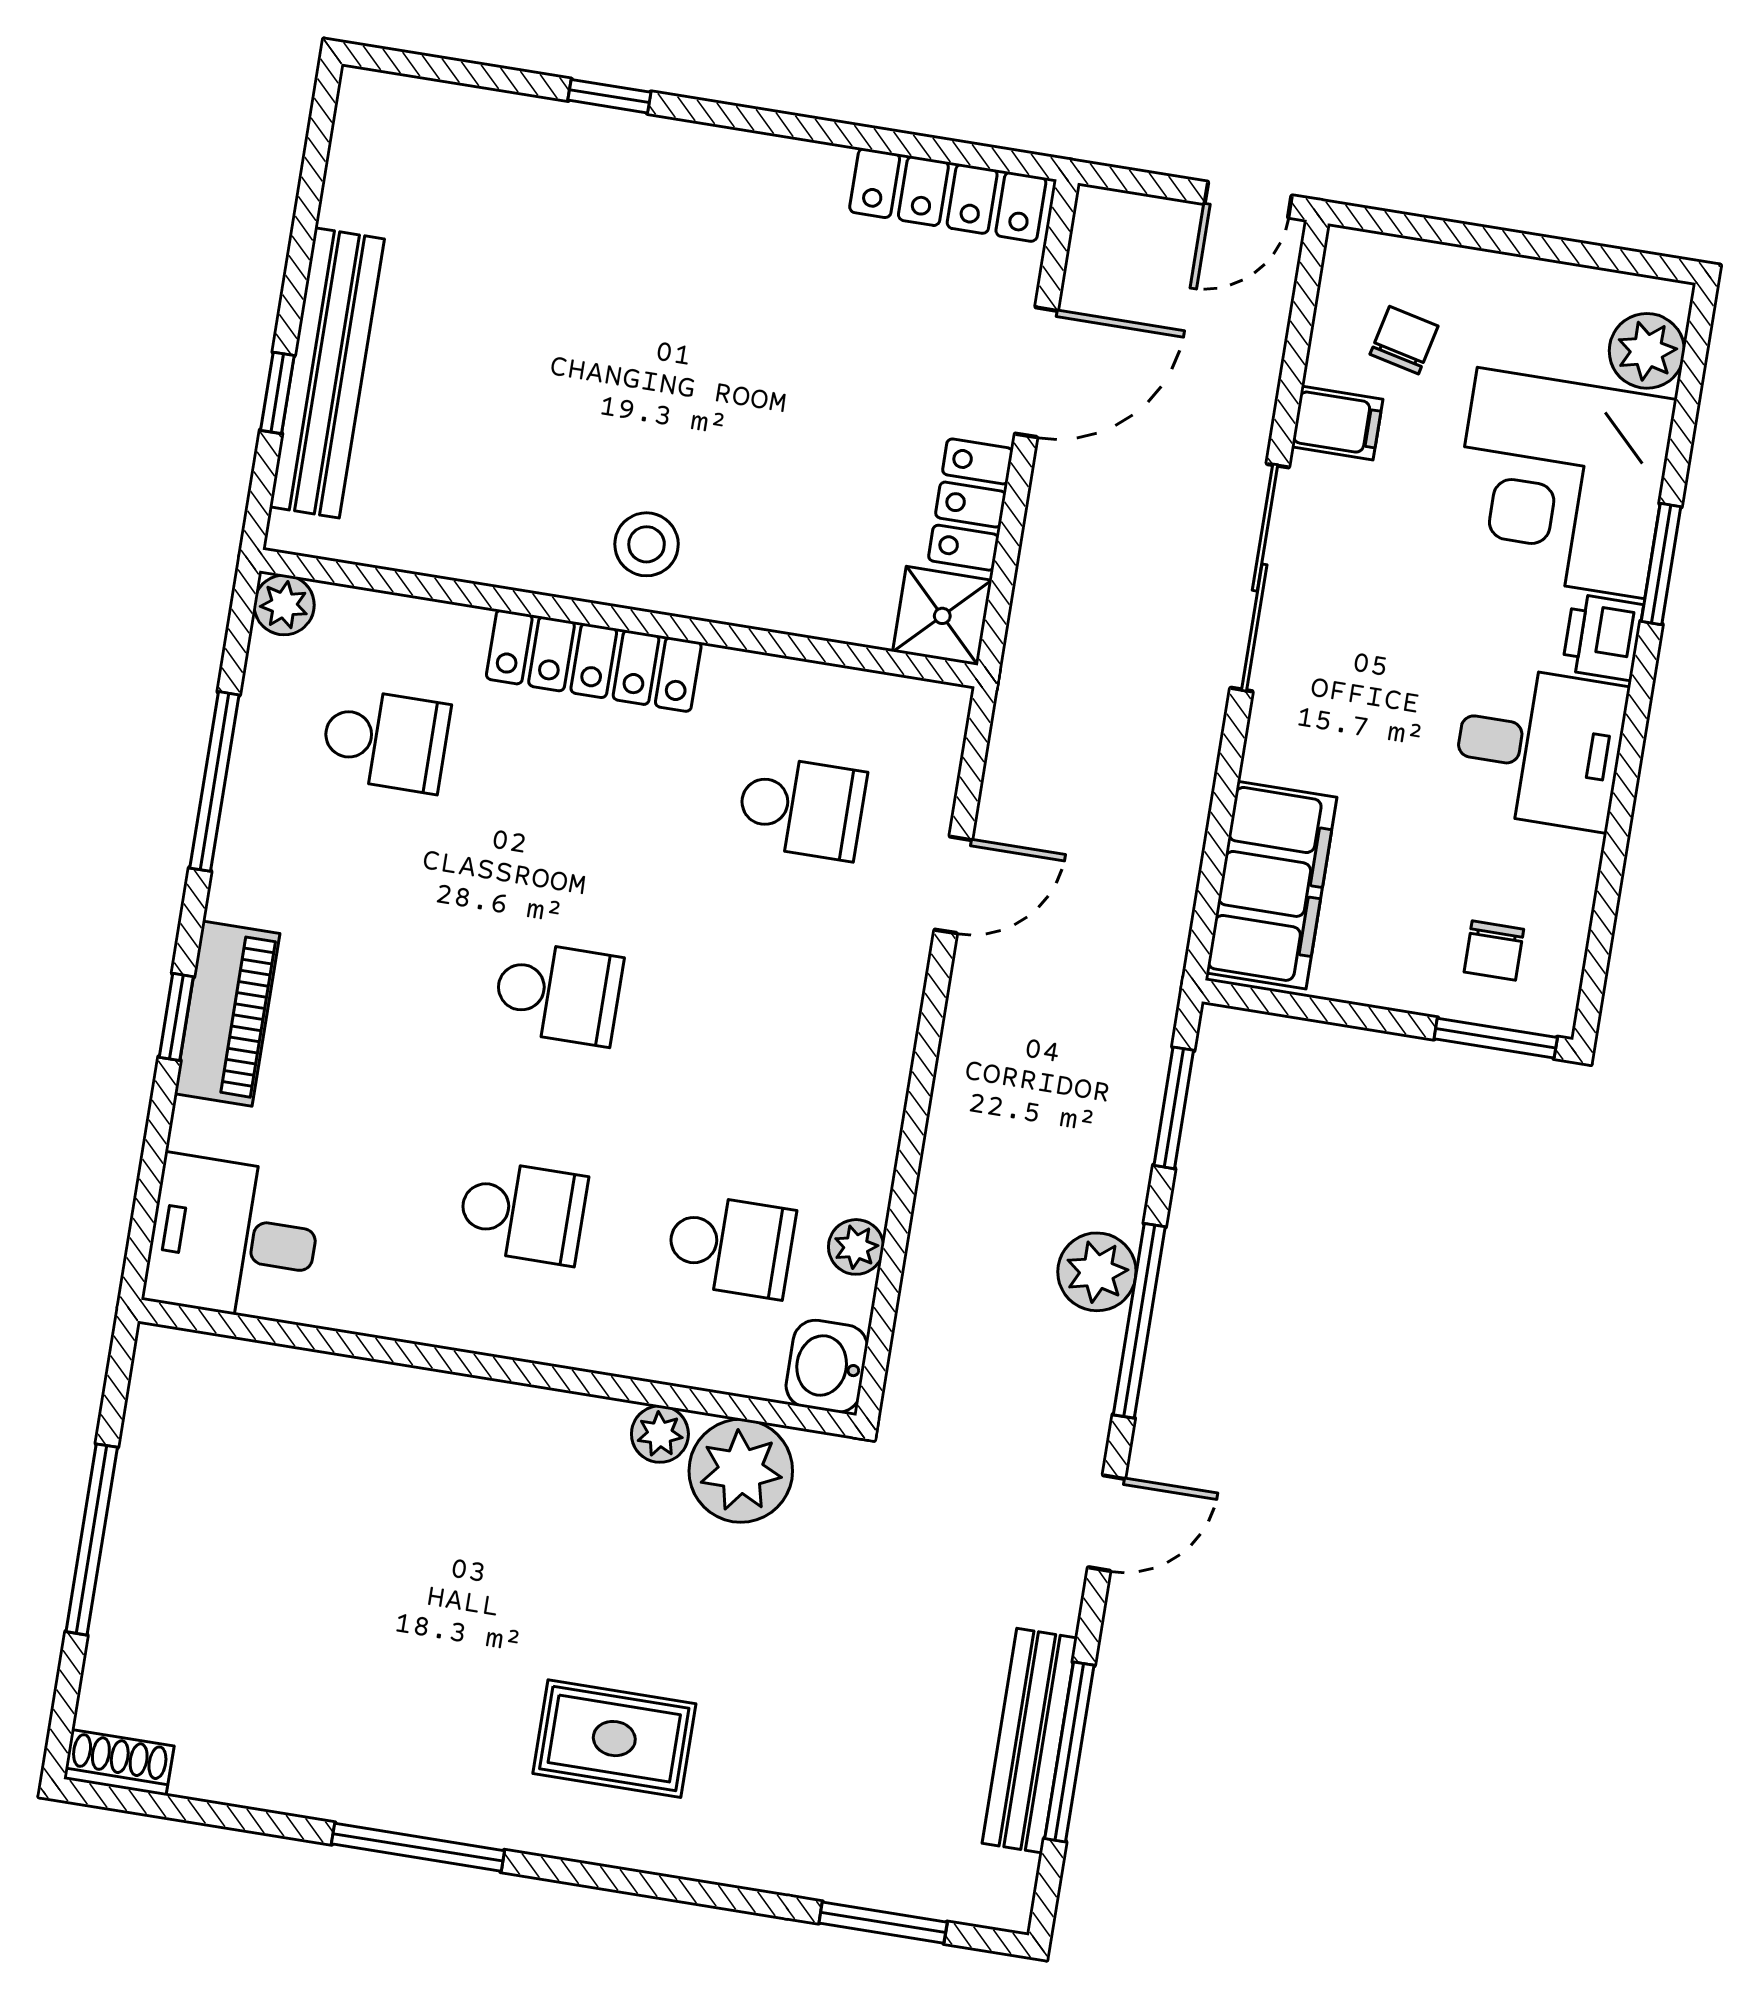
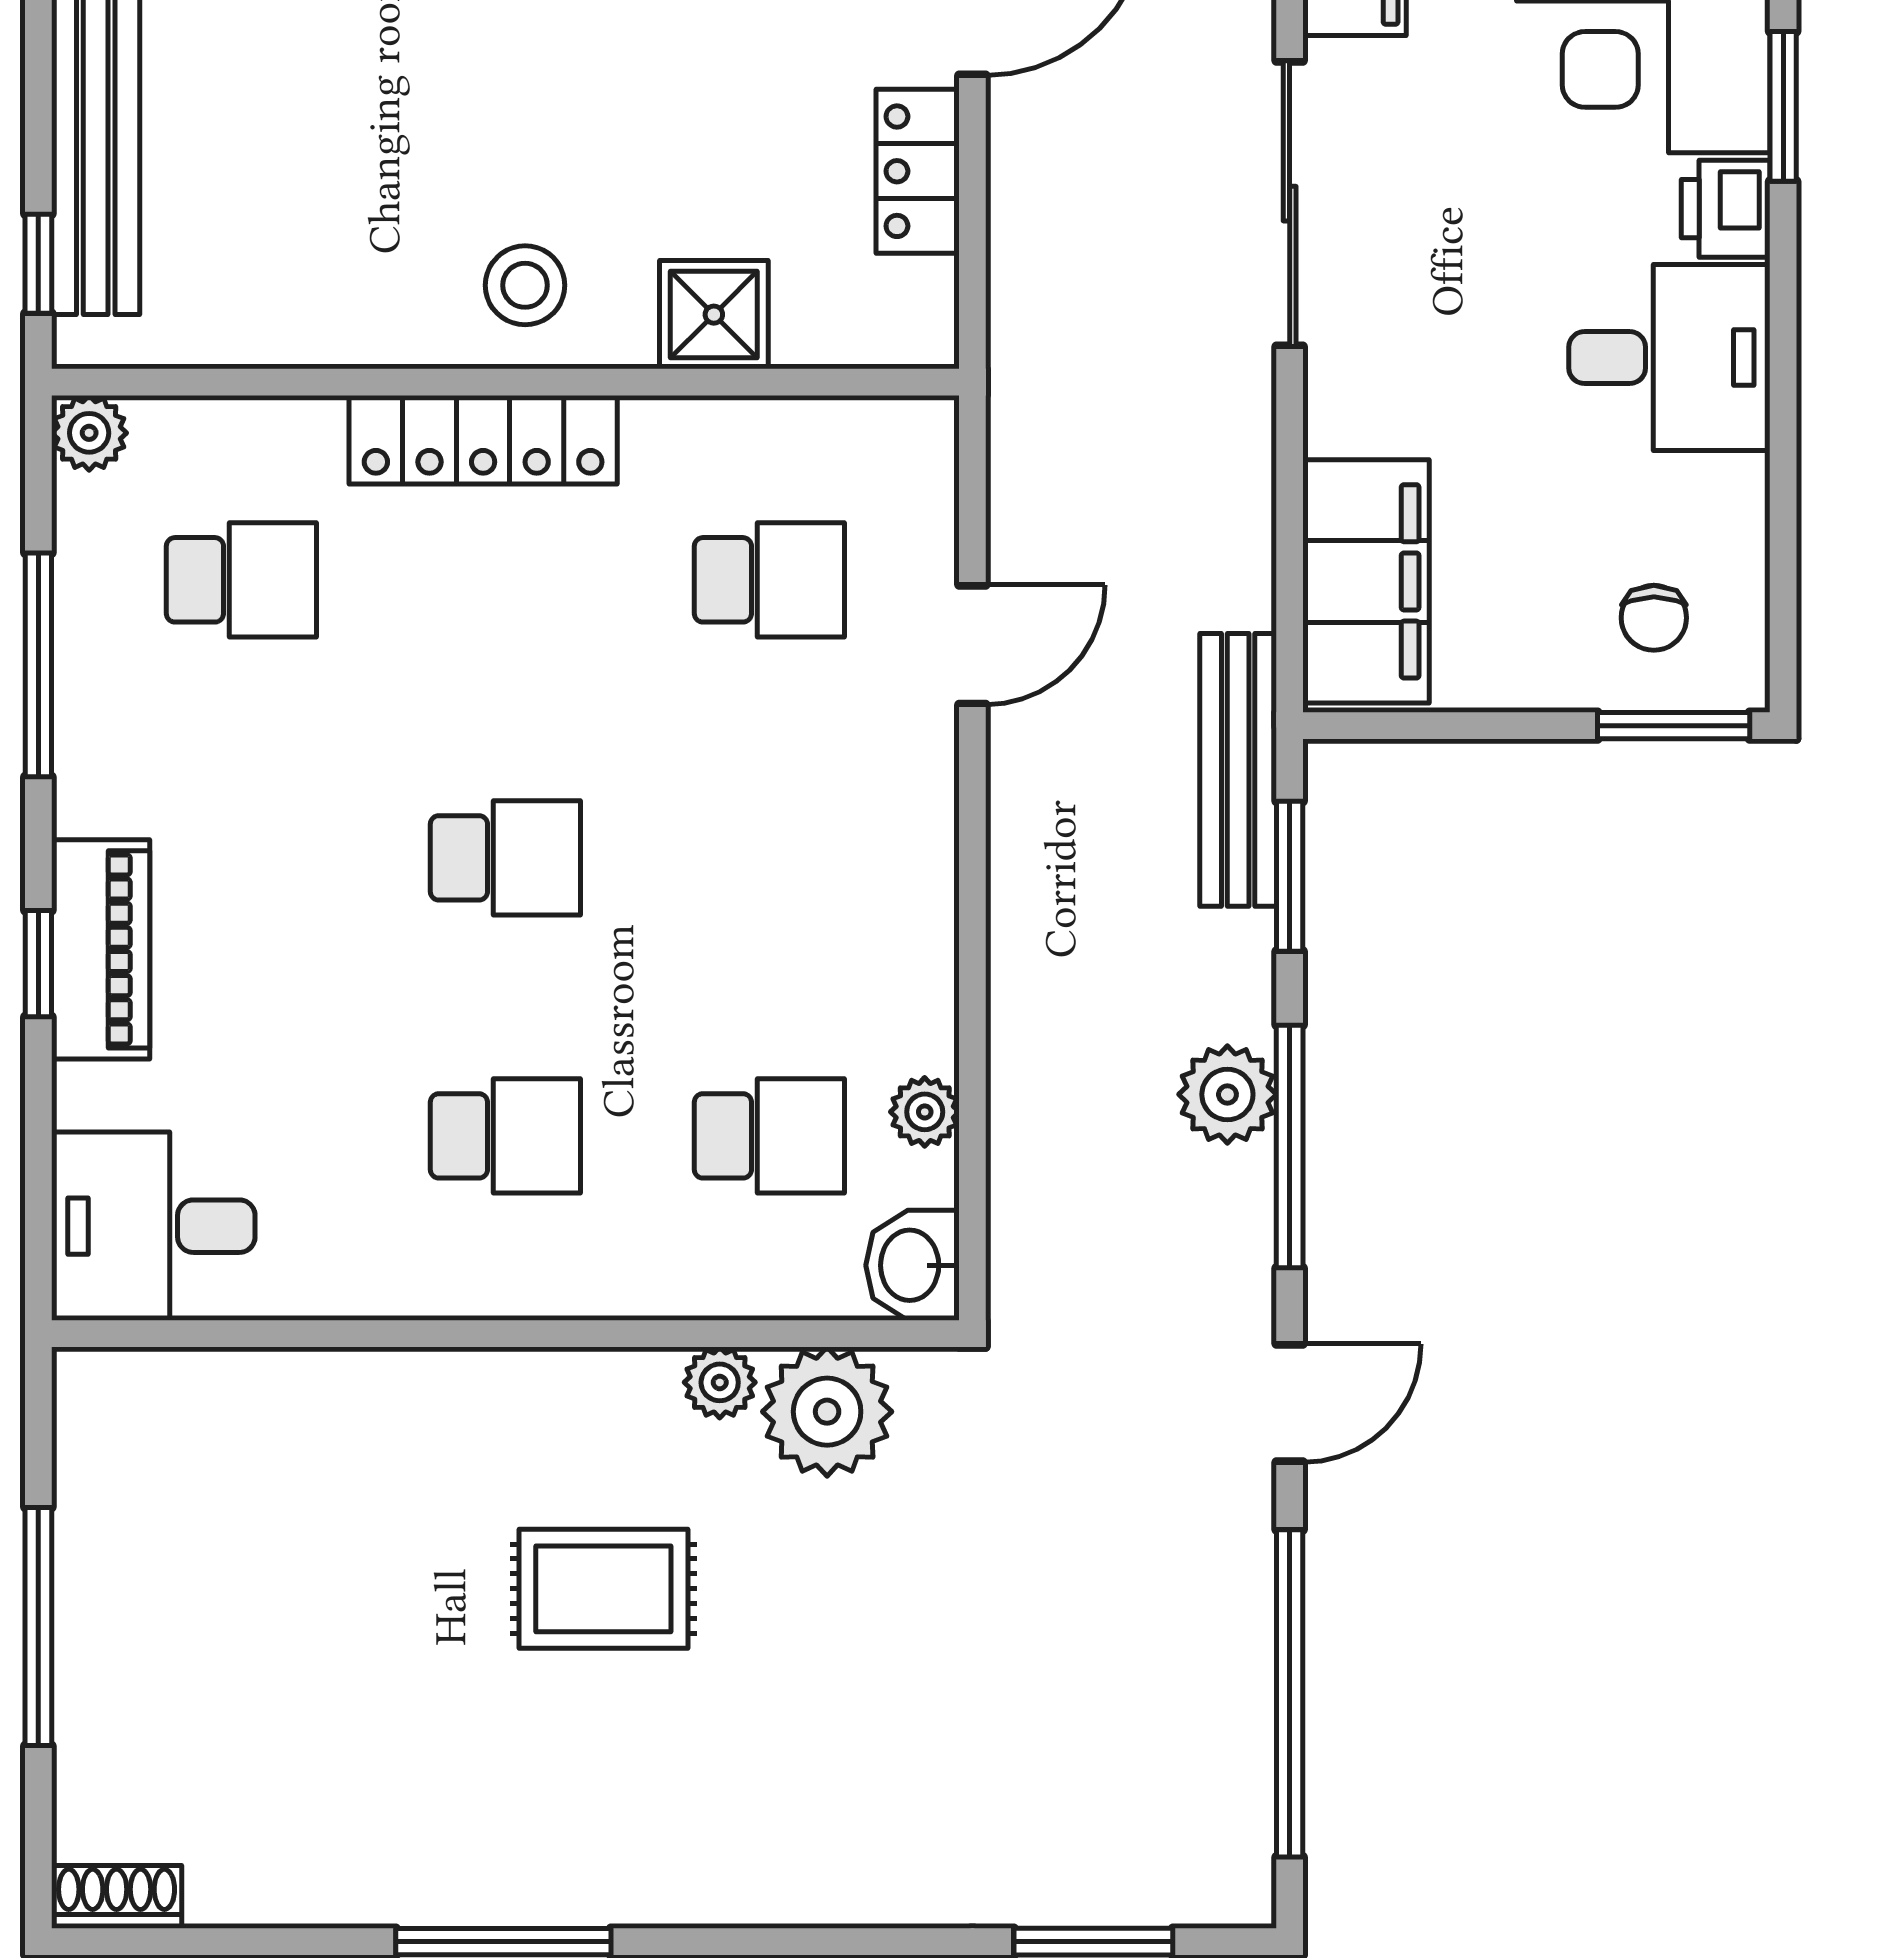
window: (277, 393) -> (38, 264), moved
shower: (942, 616) -> (714, 315), moved
rug: (614, 1739) -> (603, 1589), moved
bench: (1030, 1741) -> (1238, 770), moved
window: (1069, 1752) -> (1290, 1693), width x1.46

